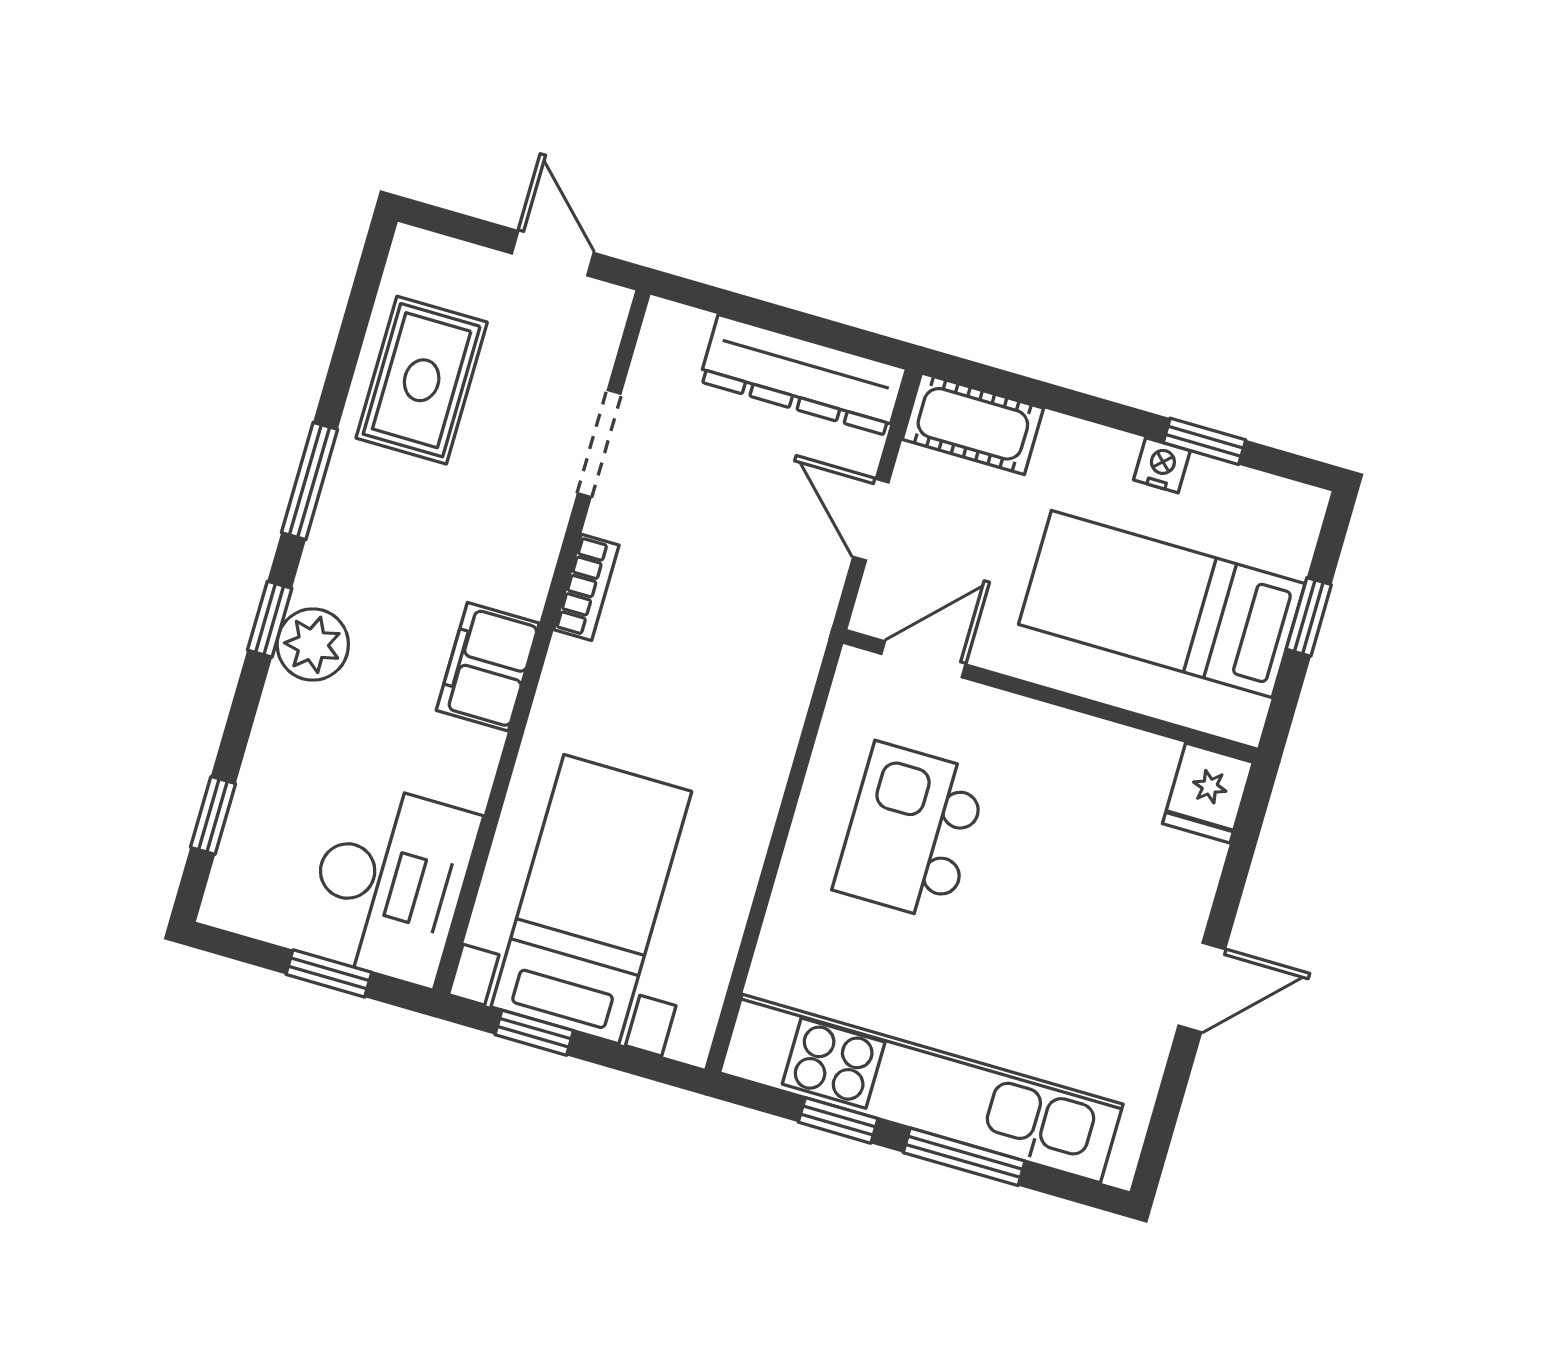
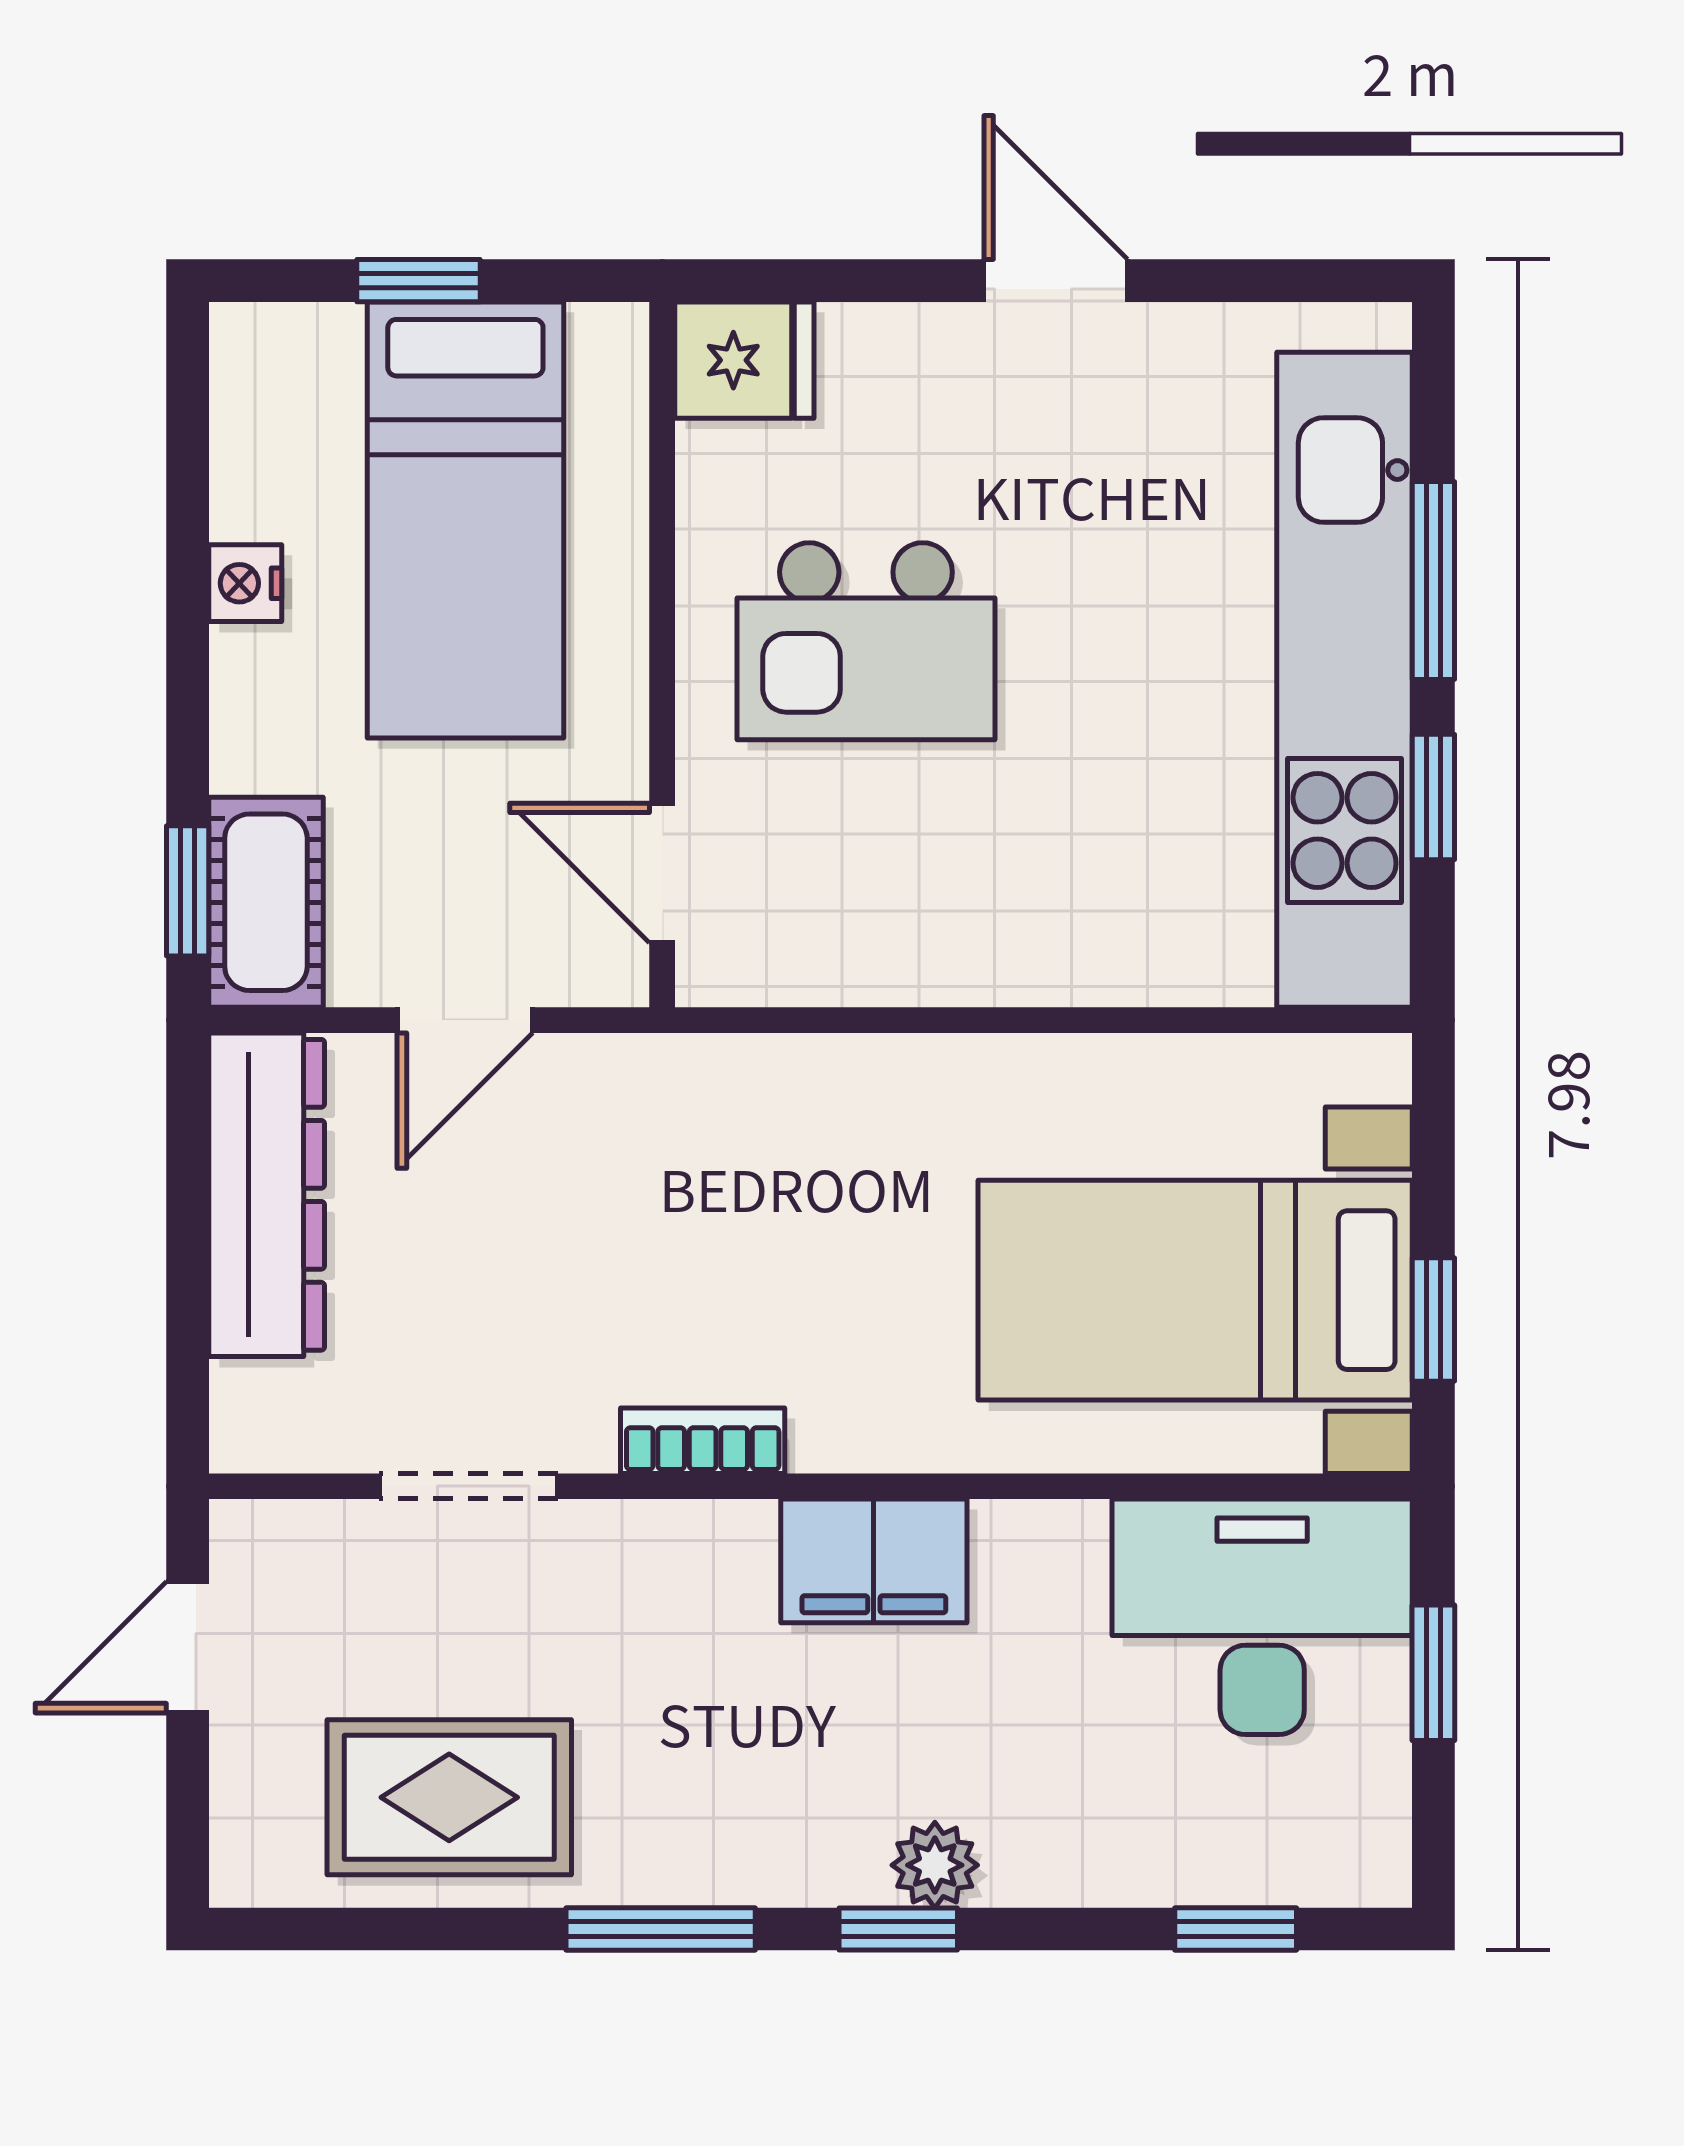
window: (1204, 441) -> (188, 891), moved
plant: (313, 645) -> (935, 1865), width x0.73, depth x0.73
kitchen island: (911, 832) -> (866, 641), moved

